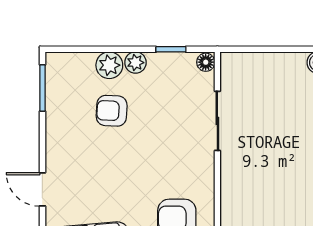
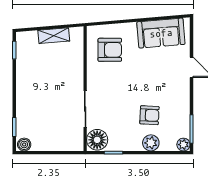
floor lamp: (206, 62) -> (97, 140), width x1.89, depth x1.89
plant: (135, 63) -> (183, 145), moved

